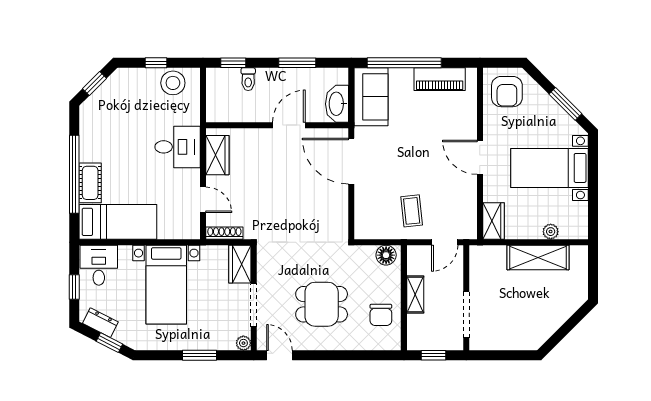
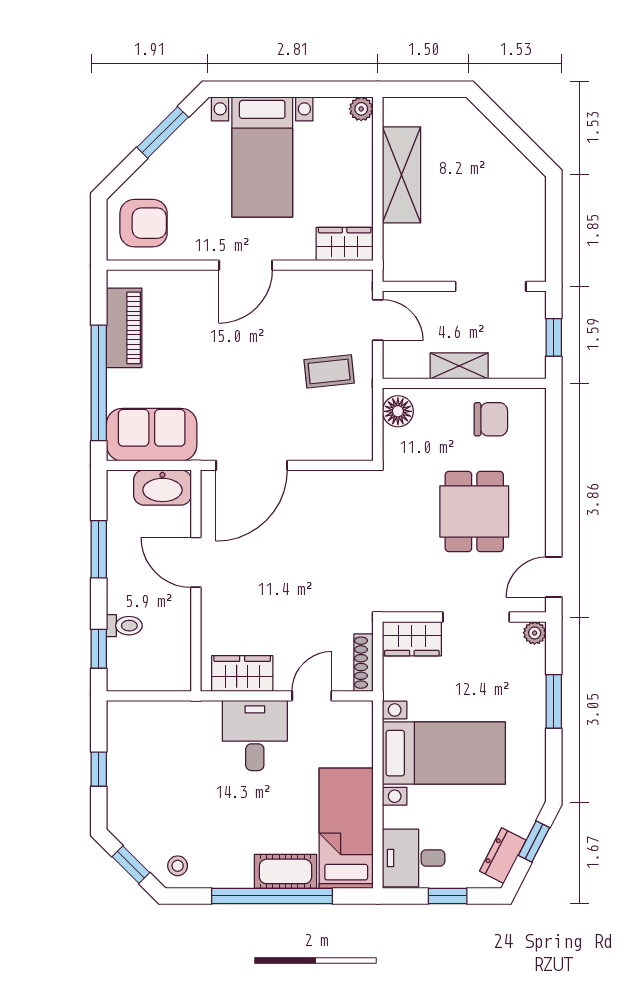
stool: (173, 83) -> (178, 866), moved, width x0.53, depth x0.53
desk: (178, 147) -> (255, 735), moved
plant: (551, 232) -> (361, 109), moved

